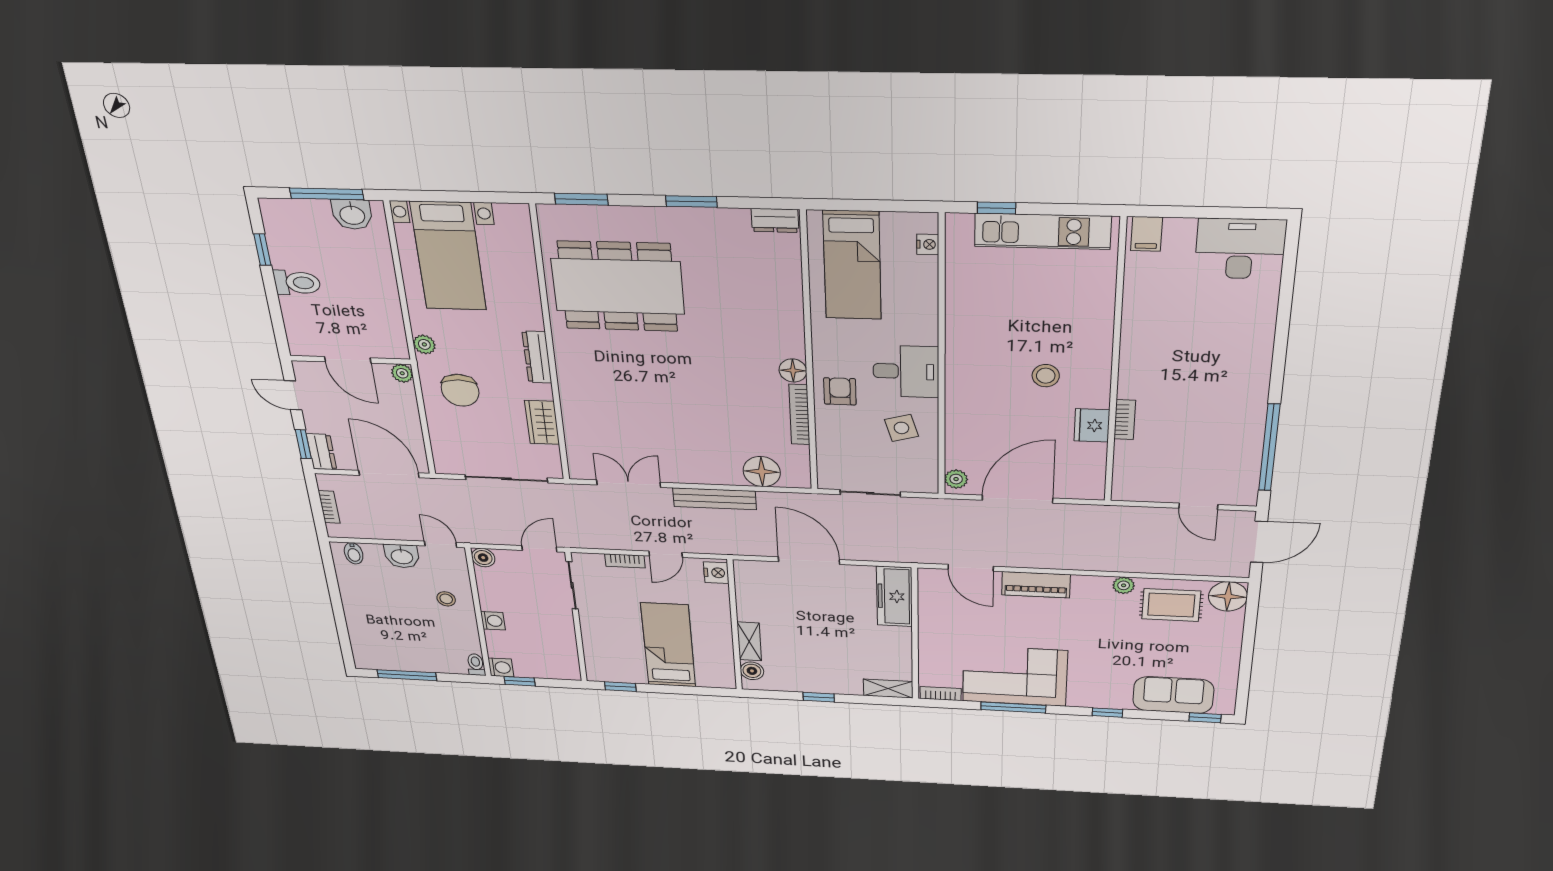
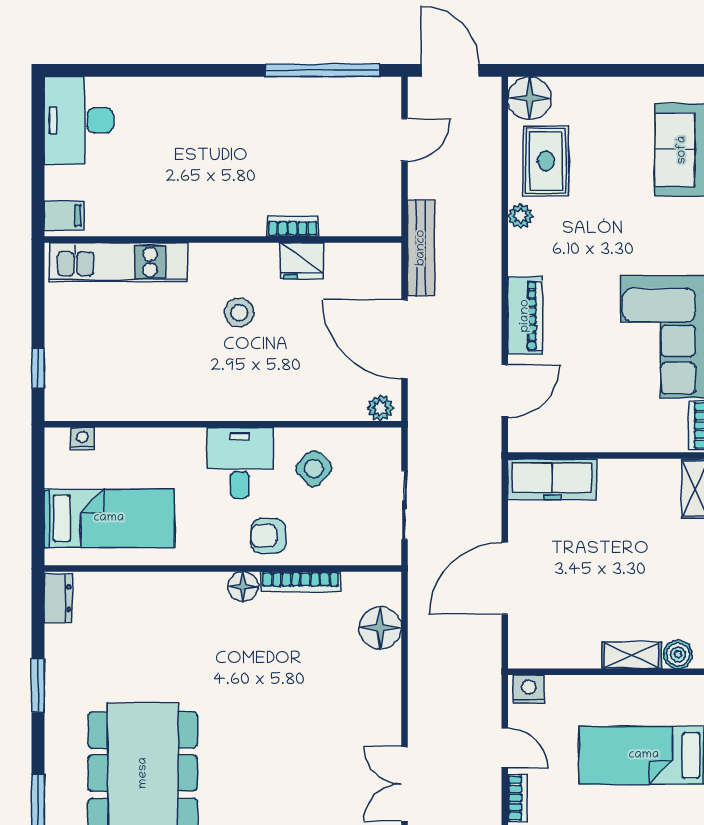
kitchen unit: (1043, 231) -> (118, 262), moved, turned 90
side table: (901, 428) -> (314, 469), turned -30
bench: (715, 499) -> (421, 248), moved

